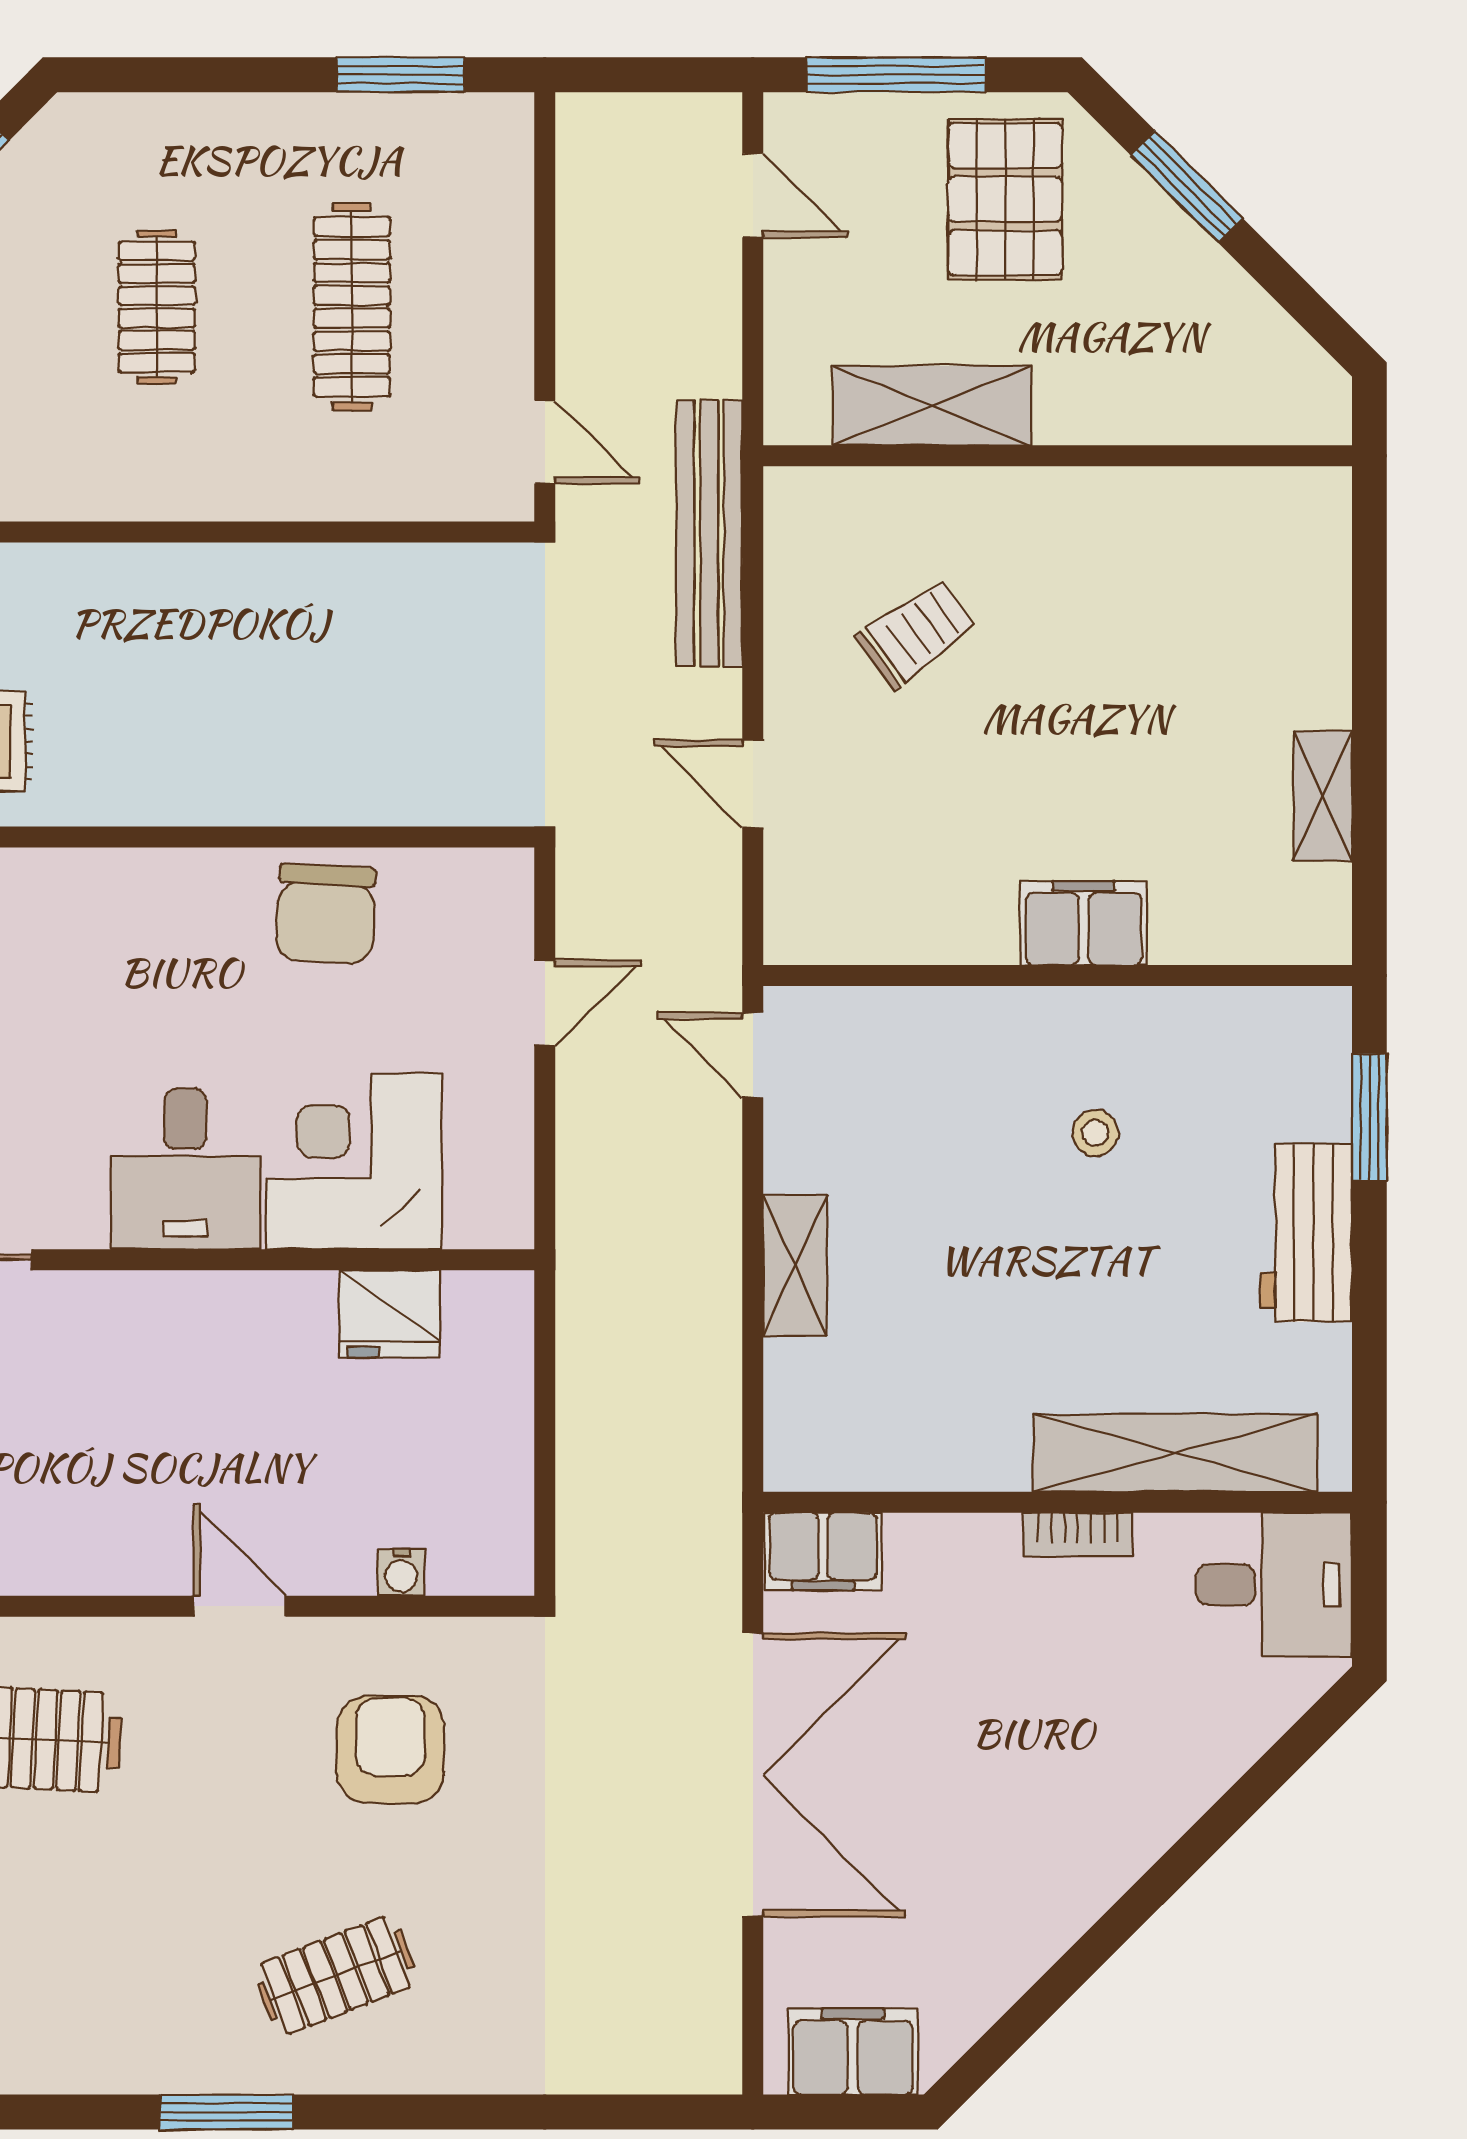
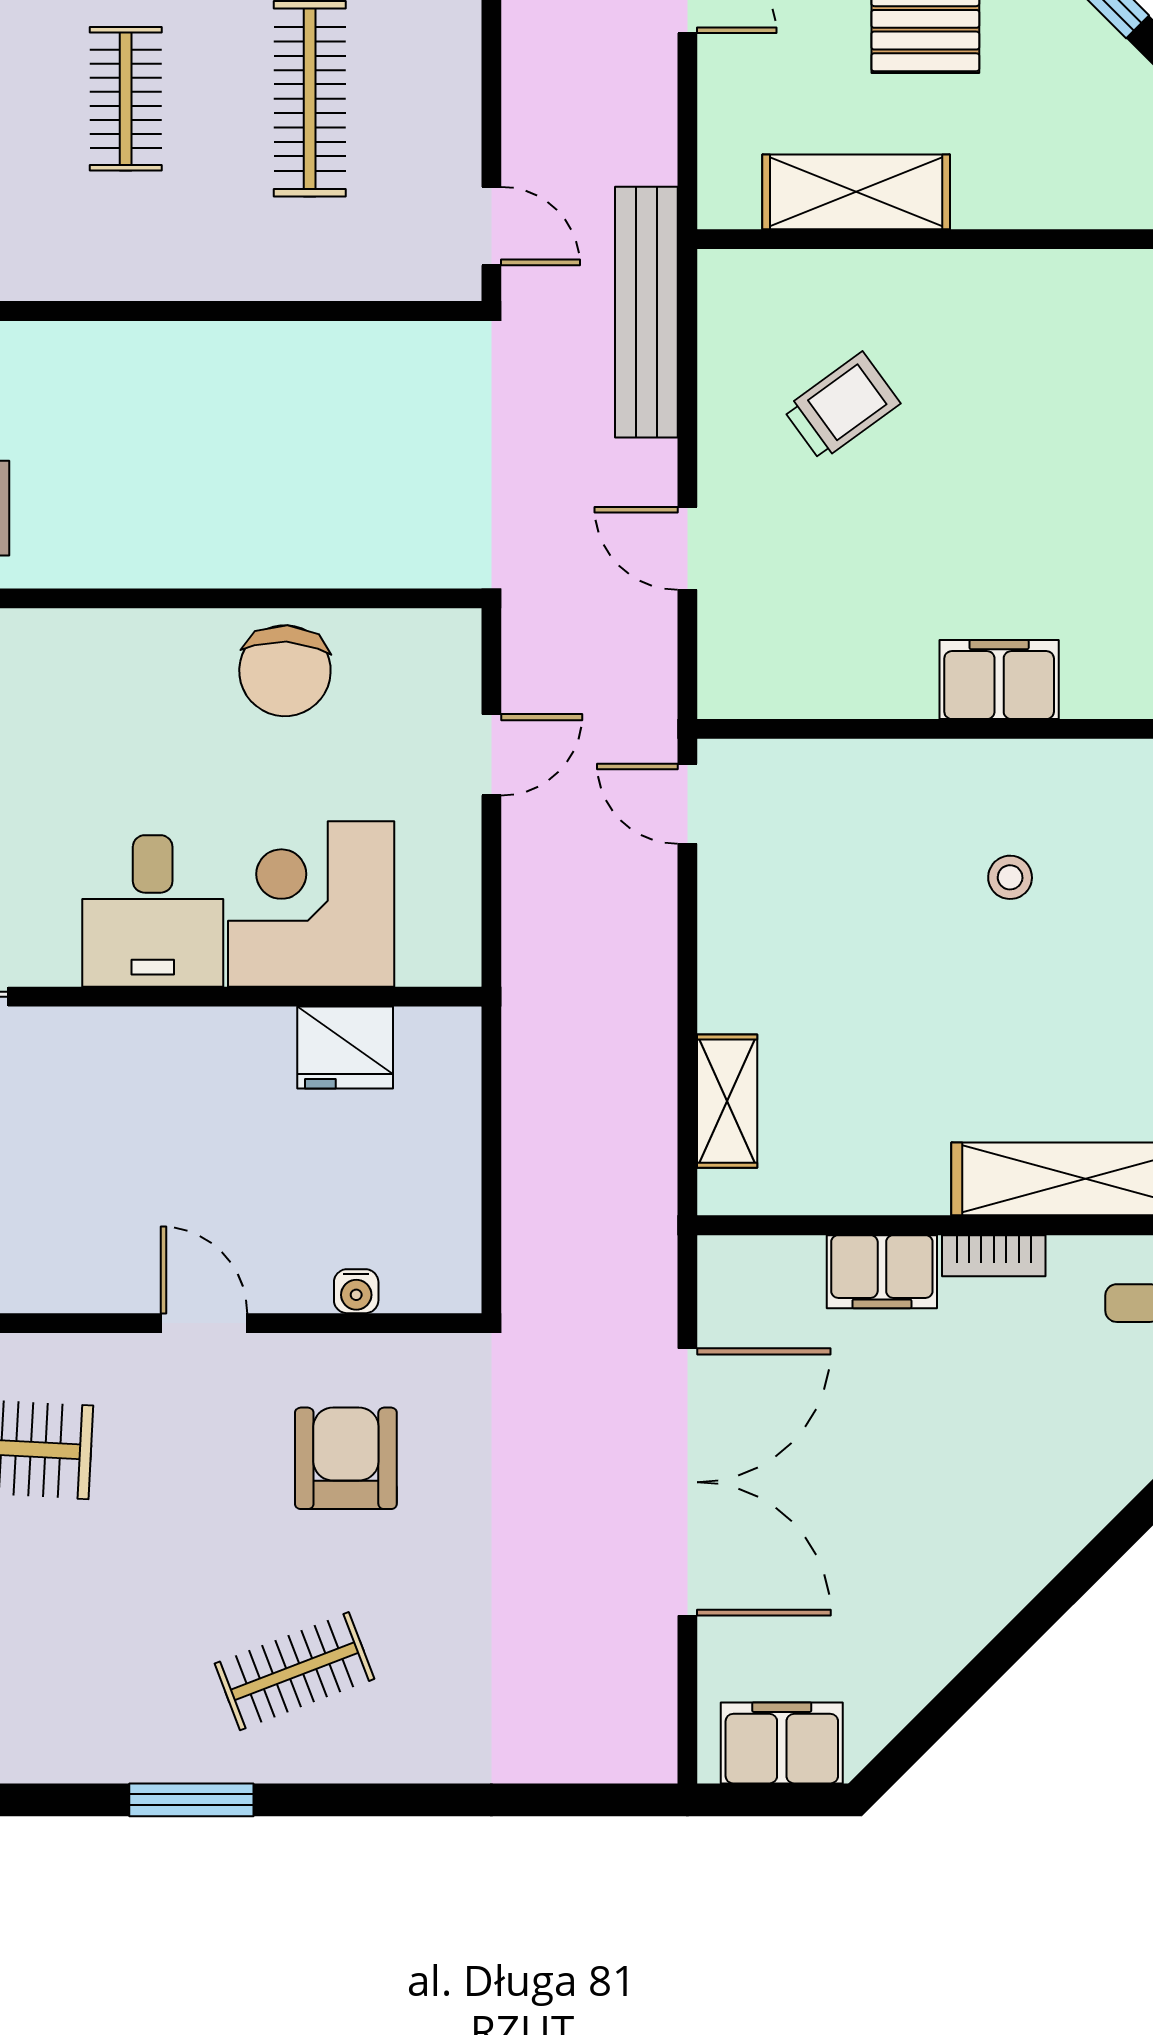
shelving: (795, 1266) -> (727, 1101), moved
filing cabinet: (823, 1551) -> (882, 1272), moved

